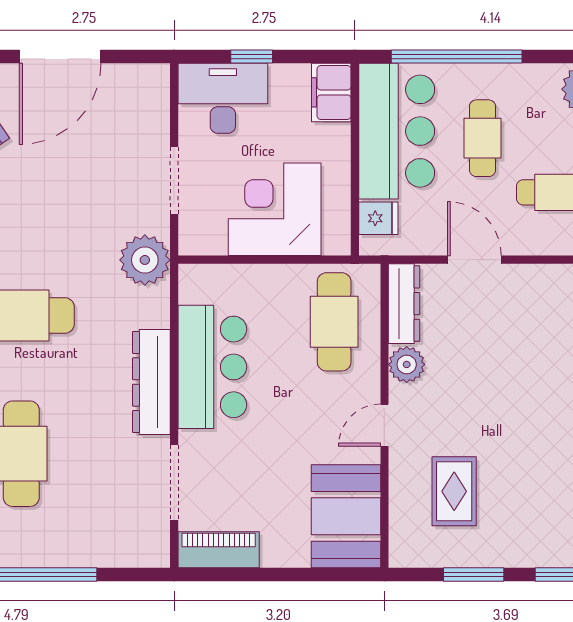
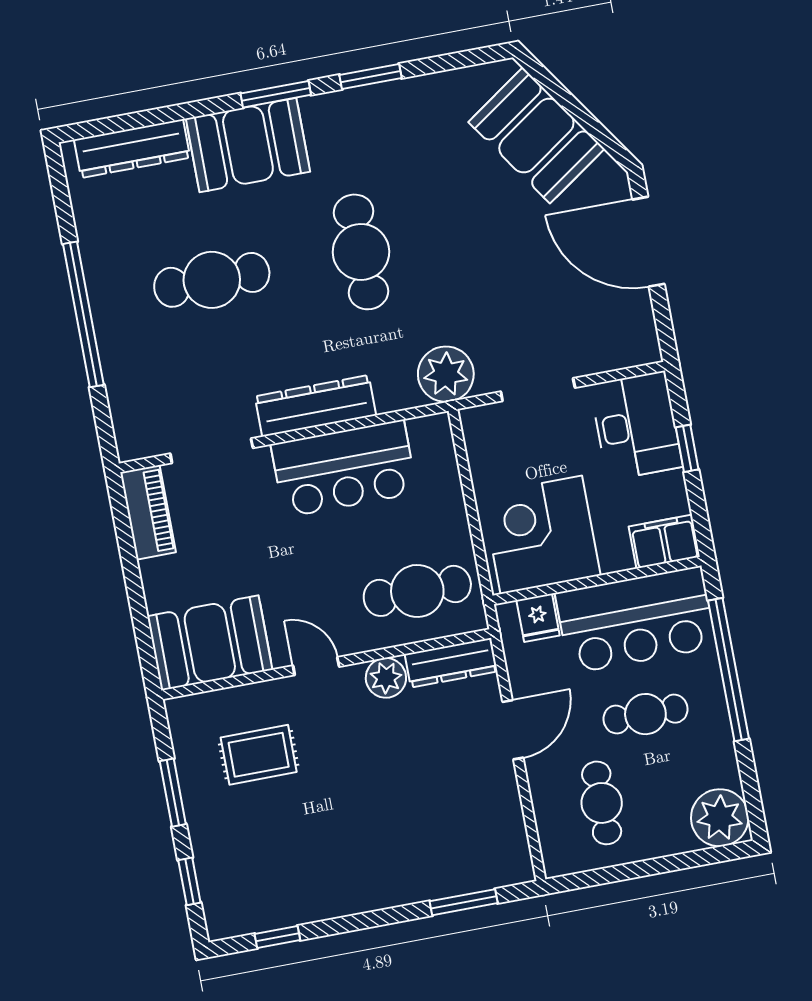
corner desk: (275, 209) -> (541, 535), moved, turned -90

